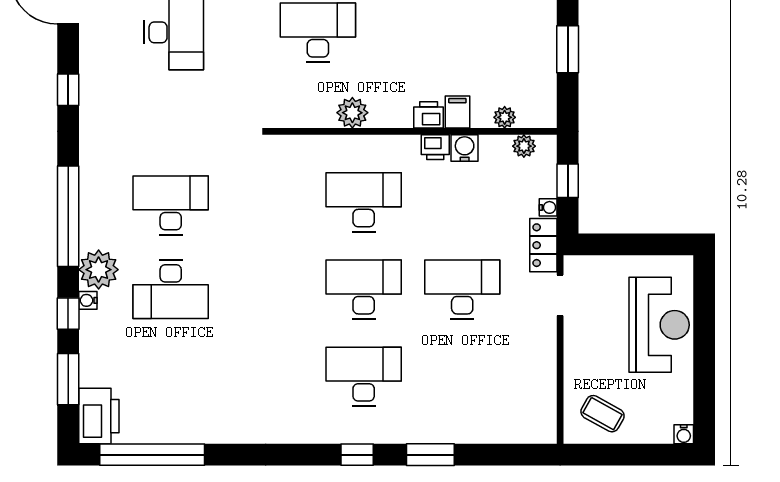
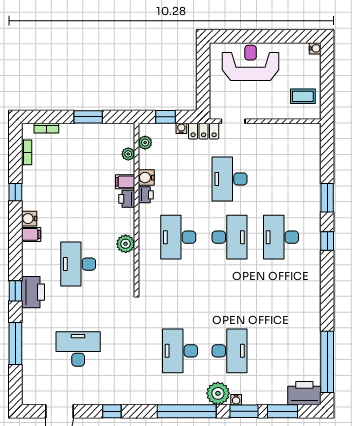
desk: (364, 289) -> (230, 237), turned 180
window: (68, 314) -> (244, 411), width x1.50
coffee table: (603, 414) -> (303, 96), turned 61

